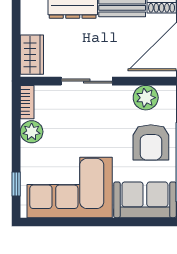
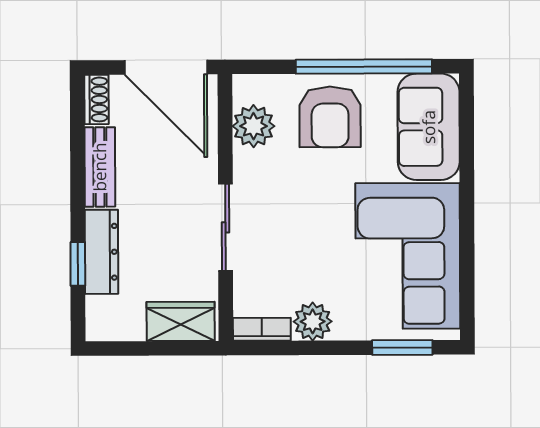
armchair: (151, 142) -> (330, 117), turned 90
window: (16, 184) -> (402, 348), width x1.50

